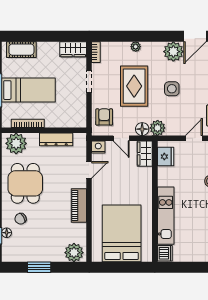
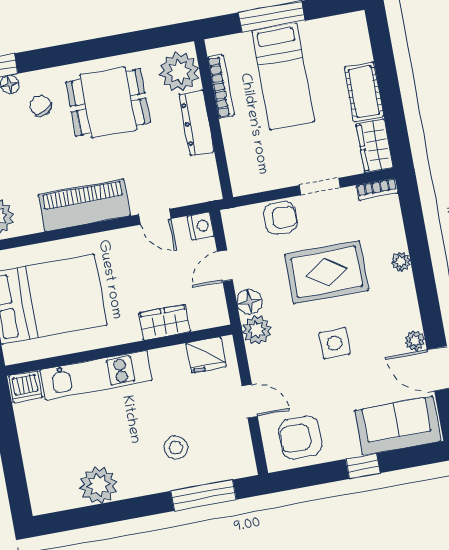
cot: (21, 50) -> (364, 92), moved
plant: (173, 52) -> (415, 341), width x0.53, depth x0.53
armchair: (104, 117) -> (281, 218), moved
dresser: (56, 139) -> (197, 123), moved
wardrobe: (145, 154) -> (164, 322), moved
piano: (79, 205) -> (84, 205), width x1.37, depth x1.33

